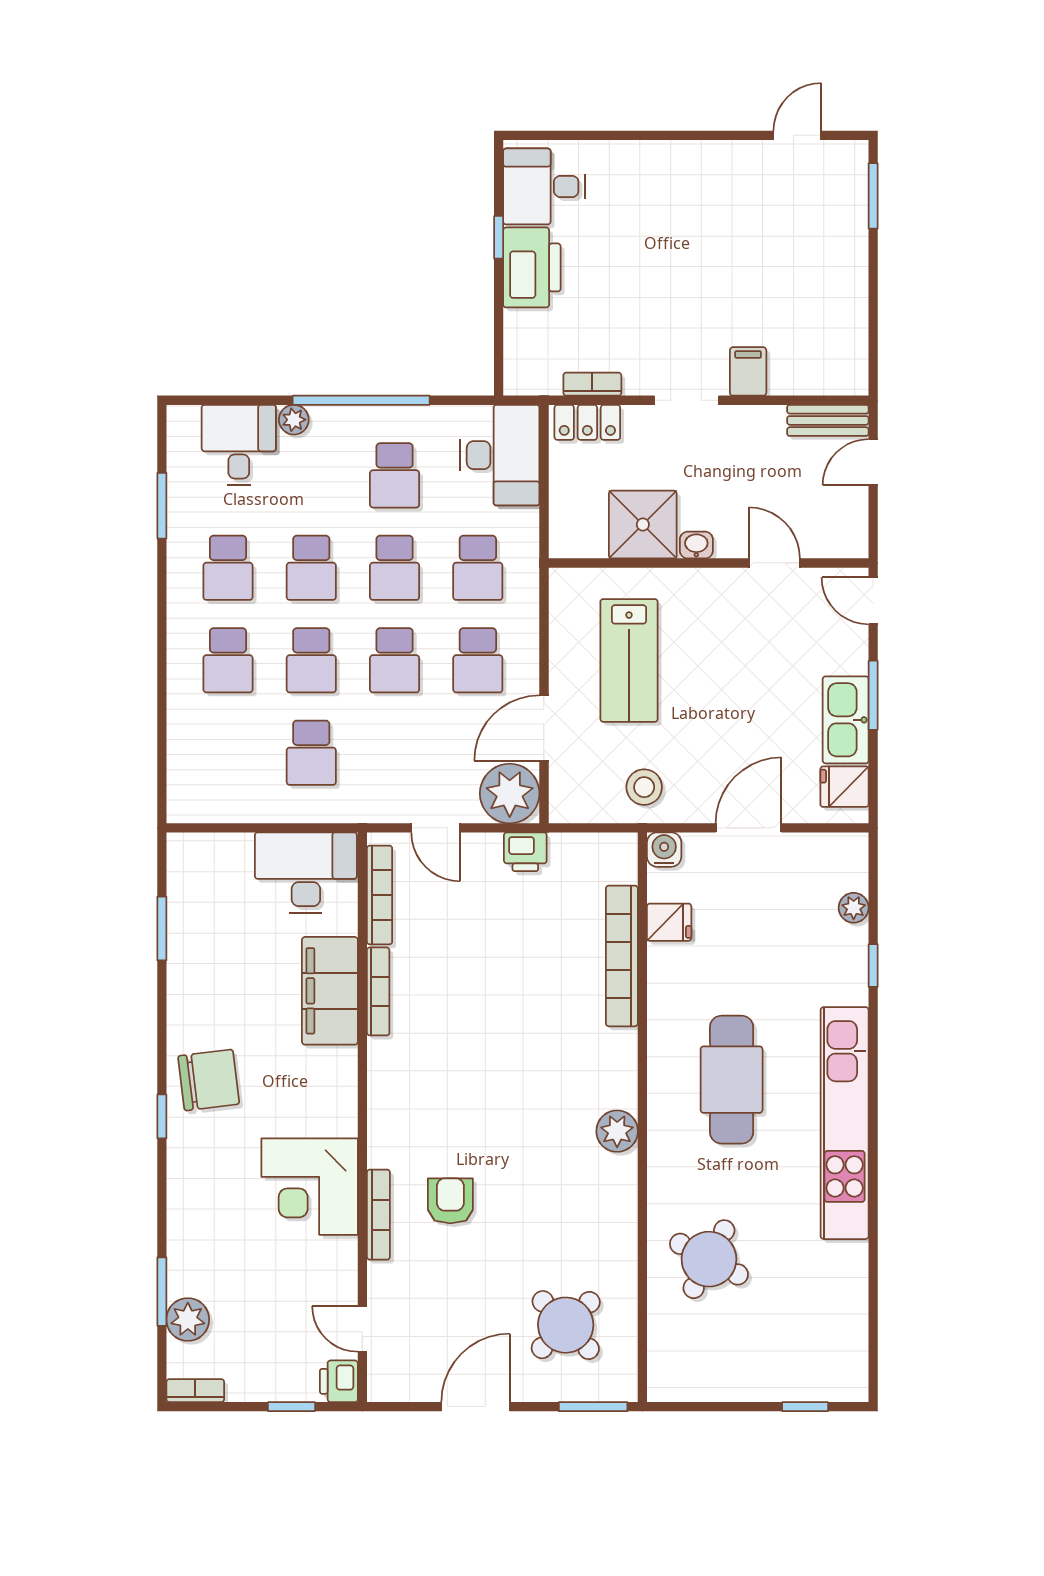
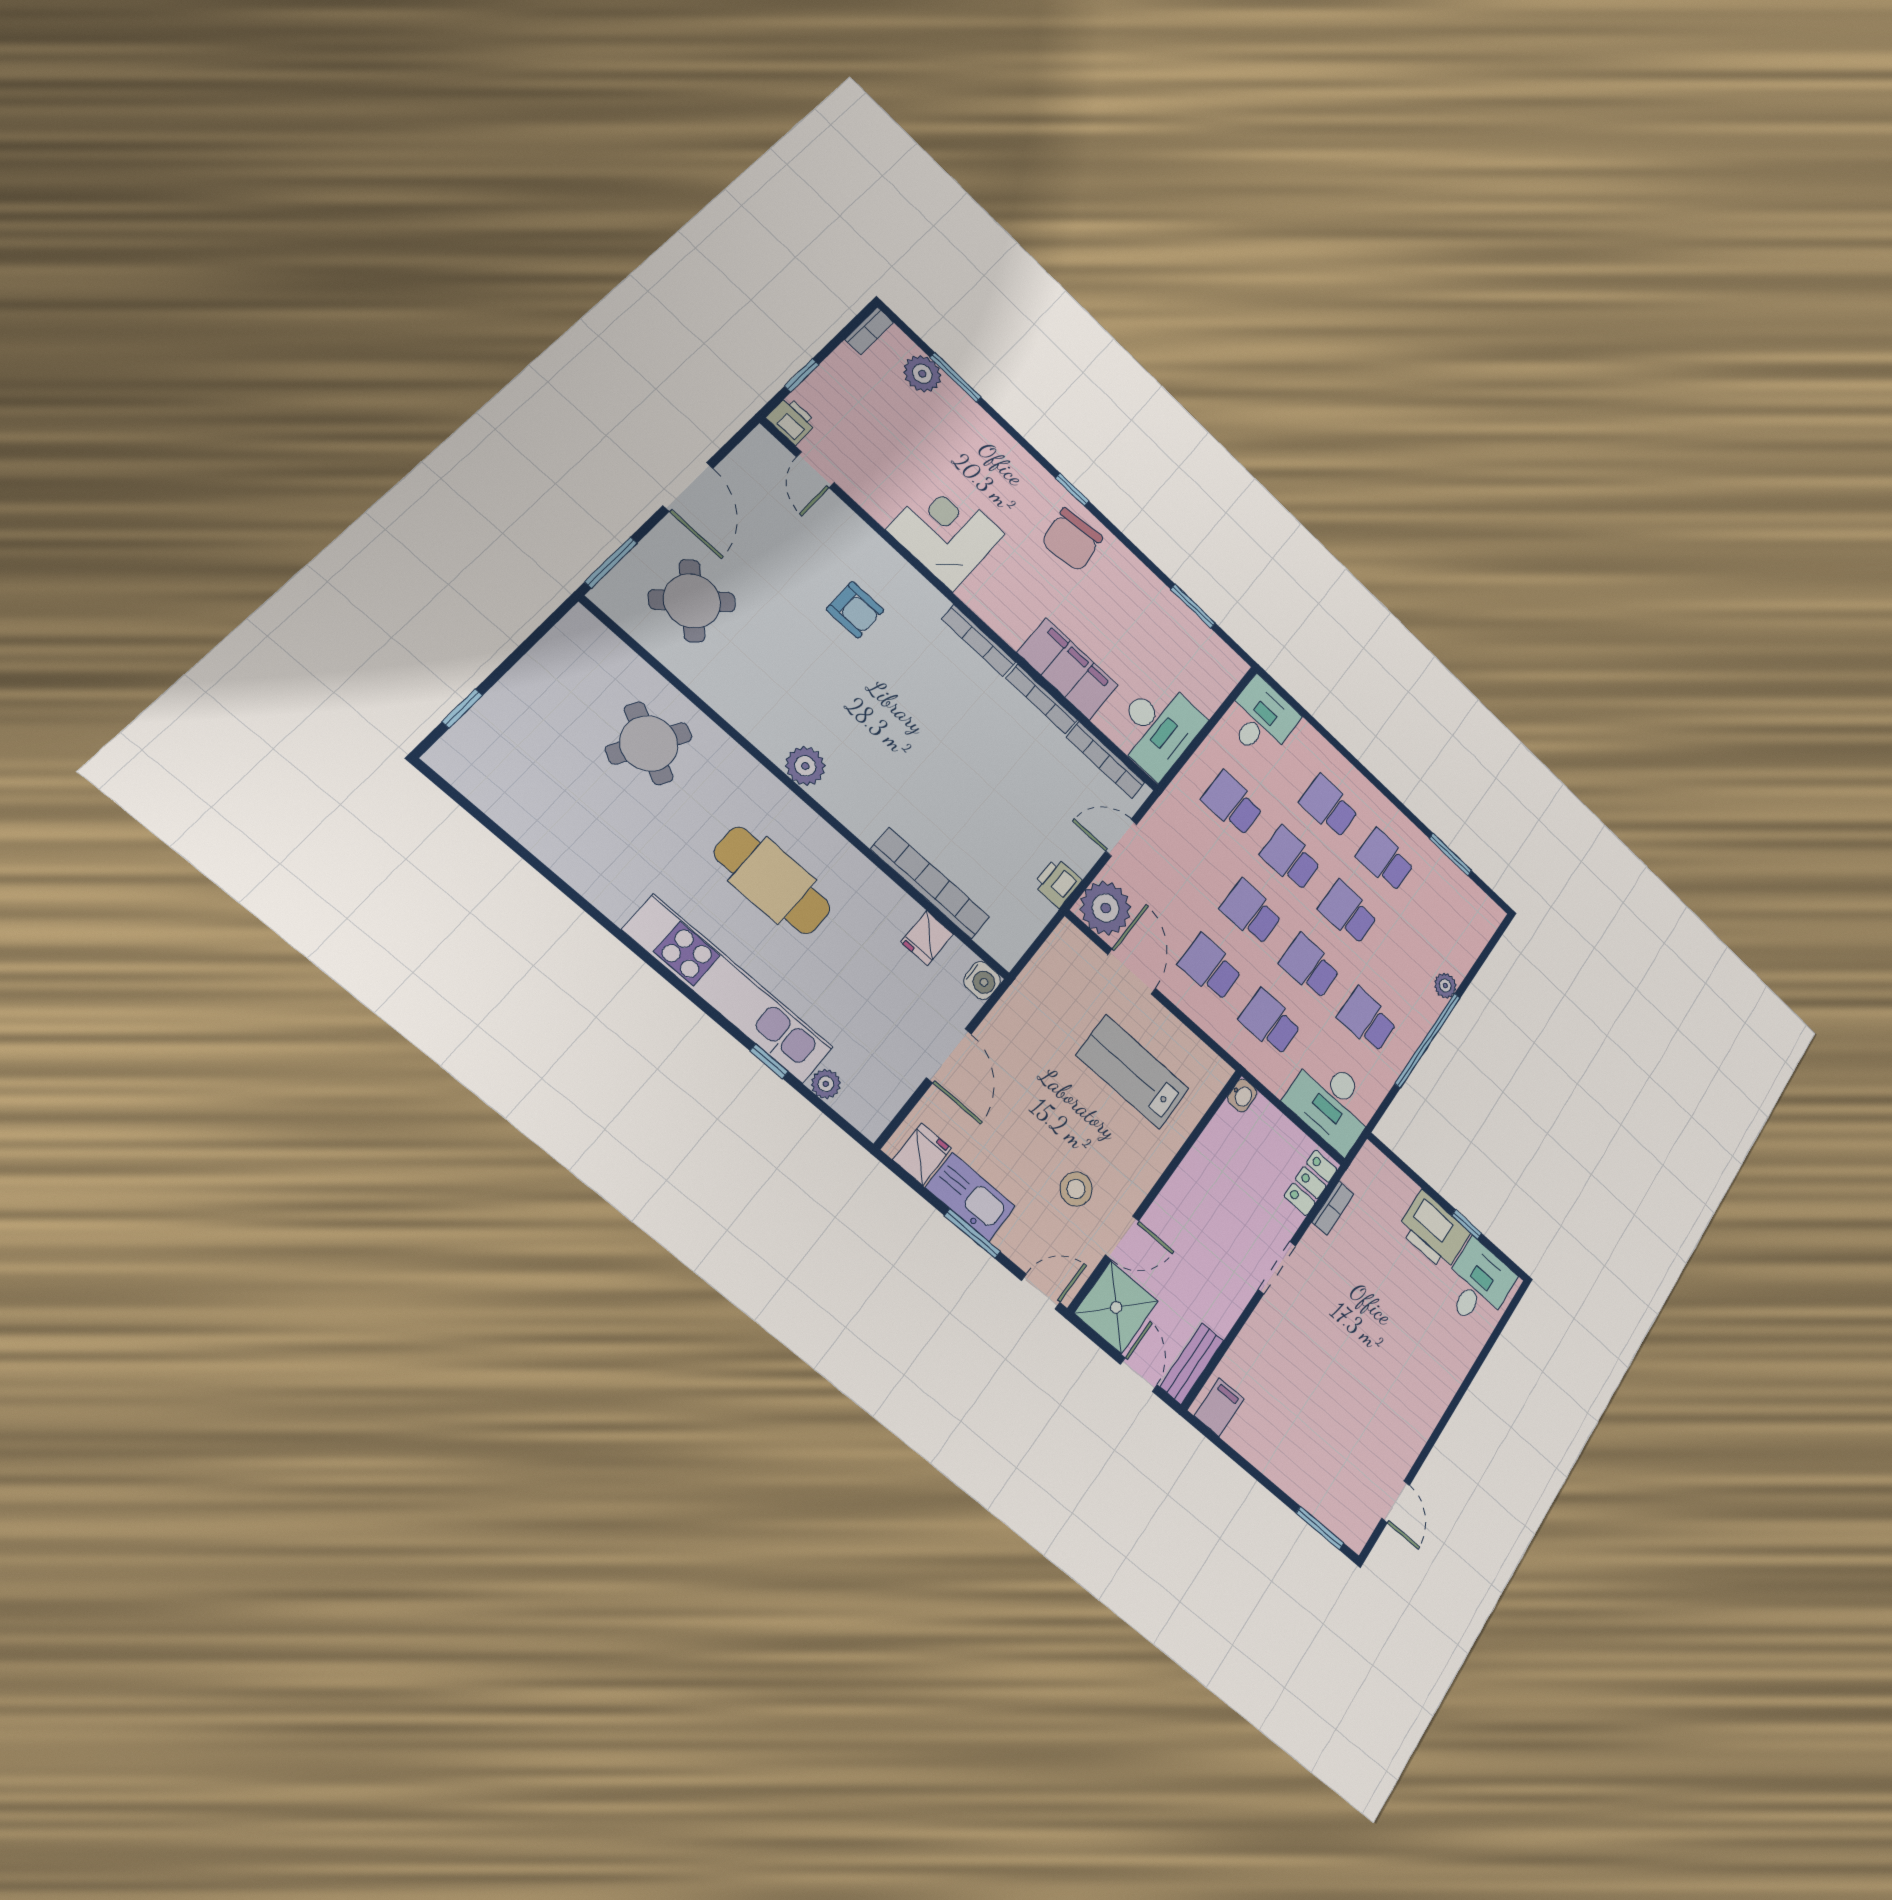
filing cabinet: (748, 371) -> (1219, 1407), moved, turned -90
desk: (239, 445) -> (1261, 719), moved, turned -90
shower: (643, 525) -> (1116, 1307), moved
washbasin: (696, 545) -> (1242, 1095), moved
stool: (644, 787) -> (1076, 1189), moved
kitchen unit: (845, 1123) -> (729, 989), moved
bookcase: (378, 1215) -> (979, 641), moved
door: (362, 1329) -> (815, 470), swing flipped

